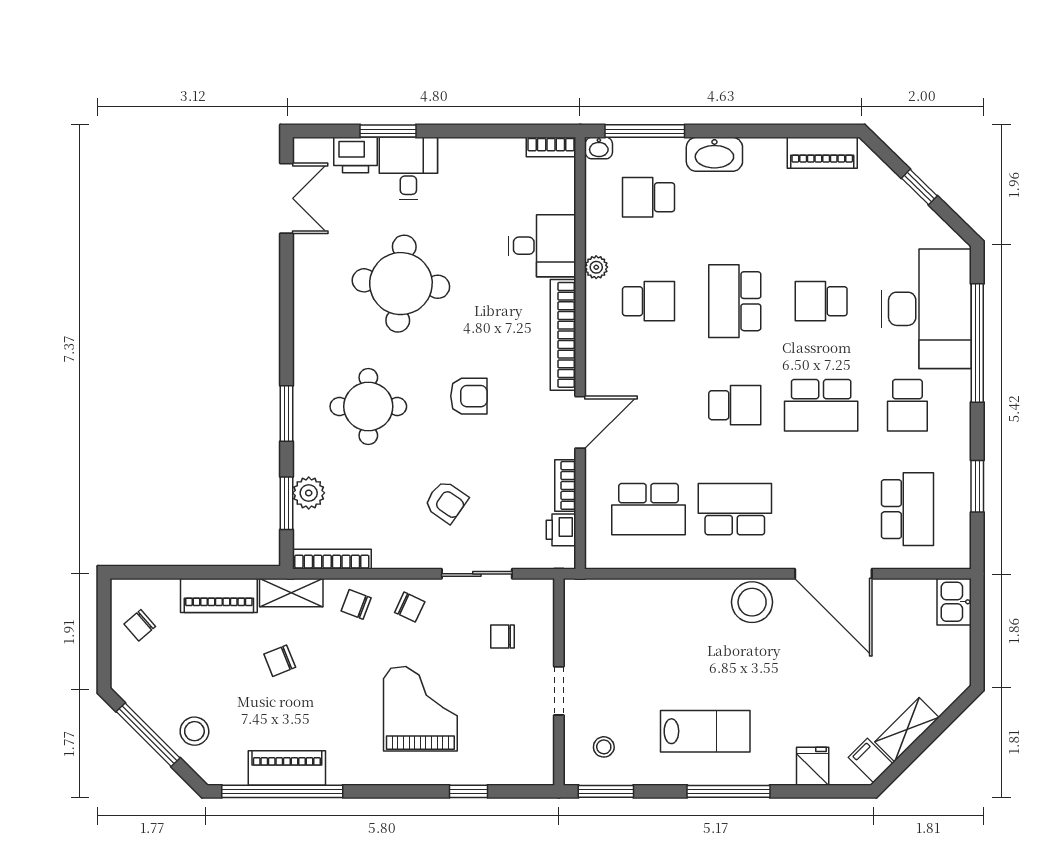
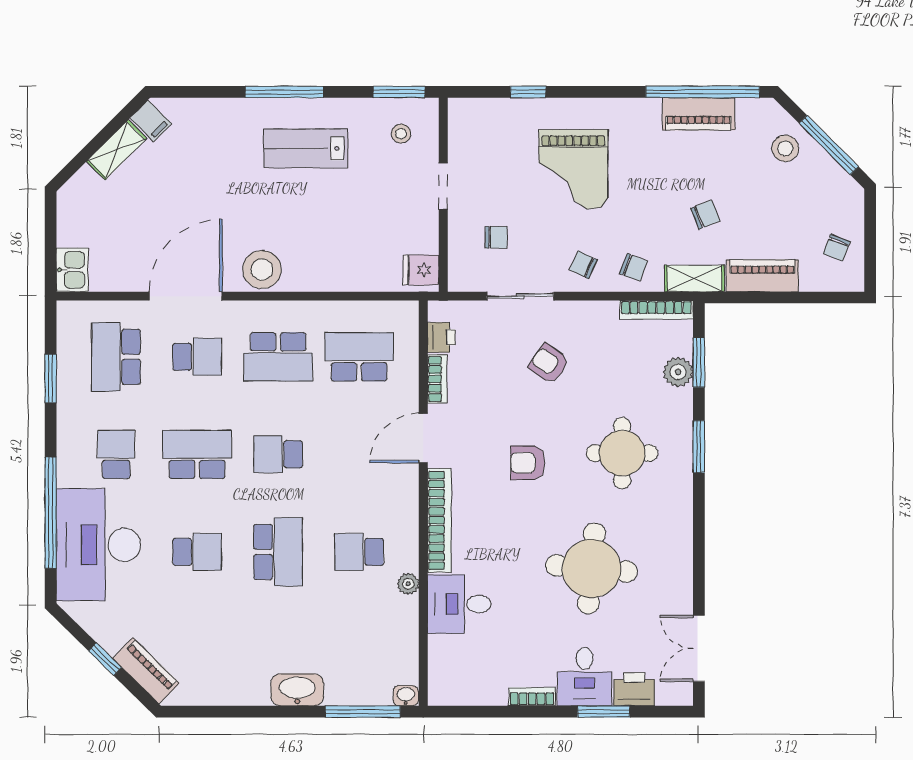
bookcase: (551, 147) -> (532, 697), moved
piano: (822, 153) -> (146, 671), moved, turned 44
school desk: (649, 197) -> (197, 357), moved
door: (833, 574) -> (186, 296), hinge flipped
chair: (140, 625) -> (837, 248), turned 152
fridge: (813, 766) -> (421, 270), moved, turned 90

